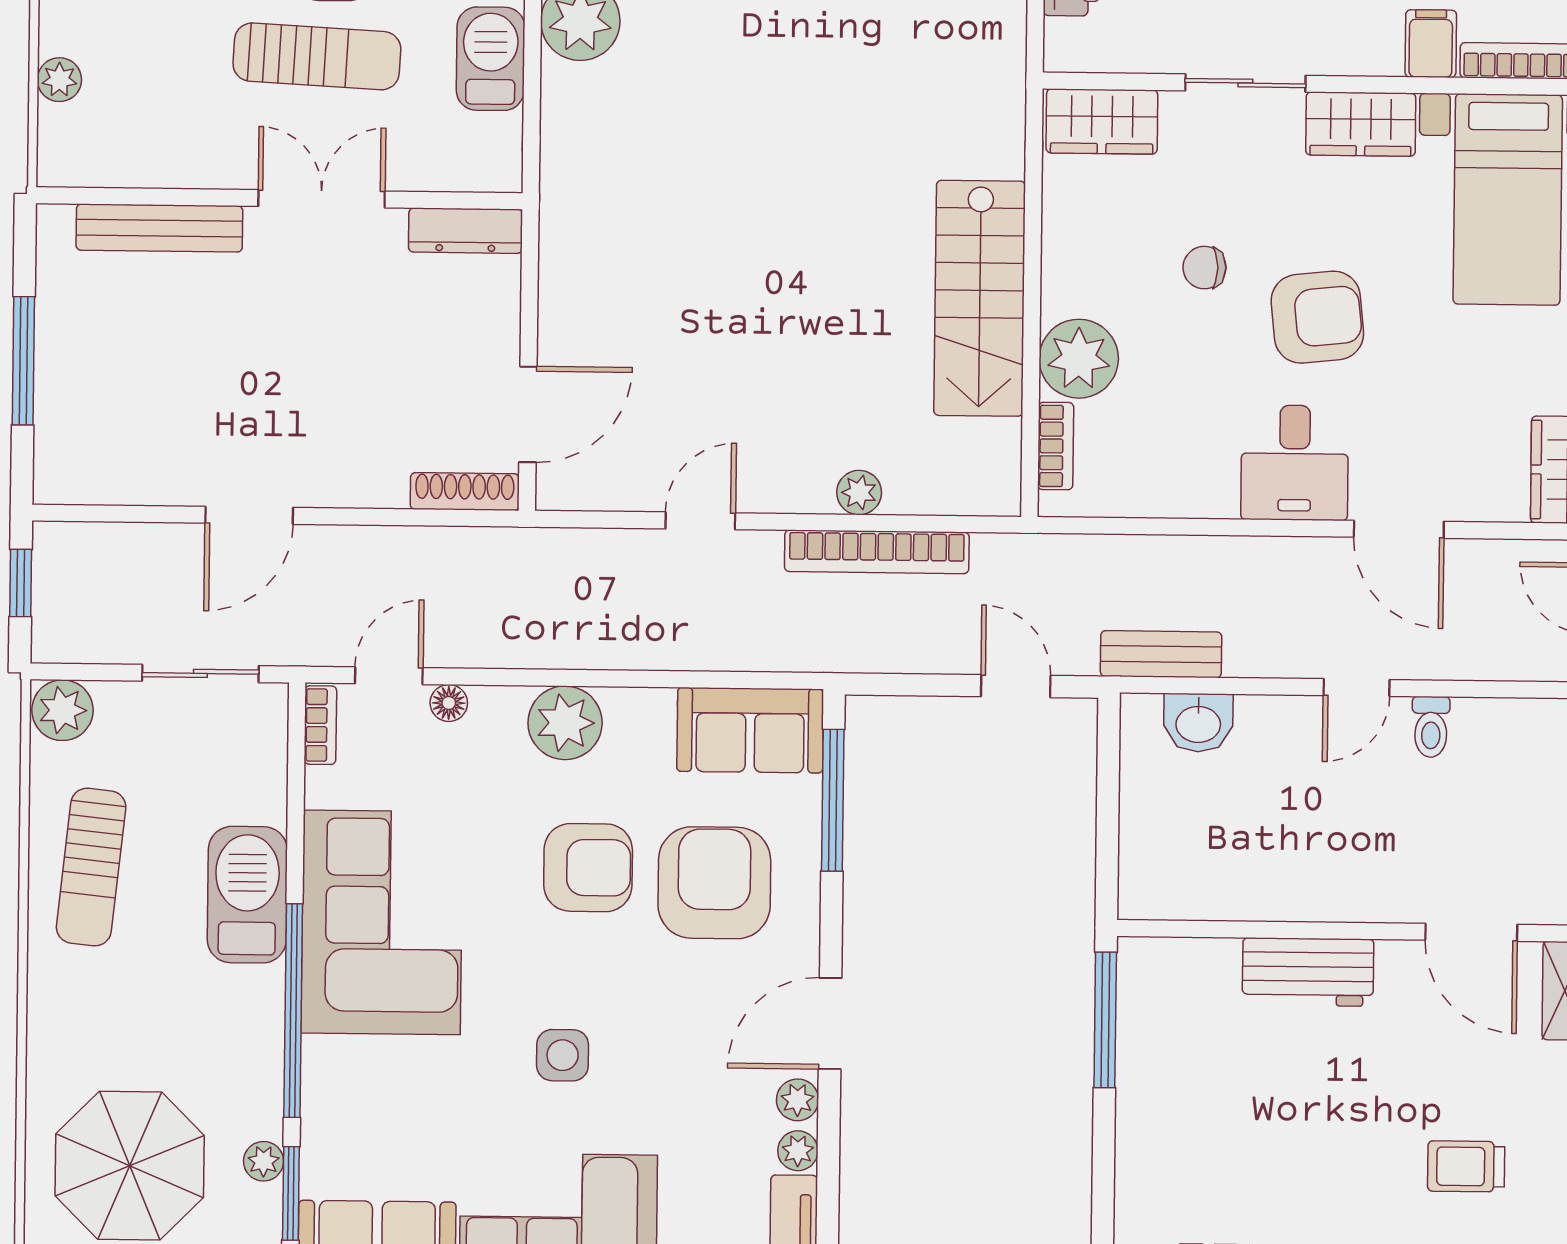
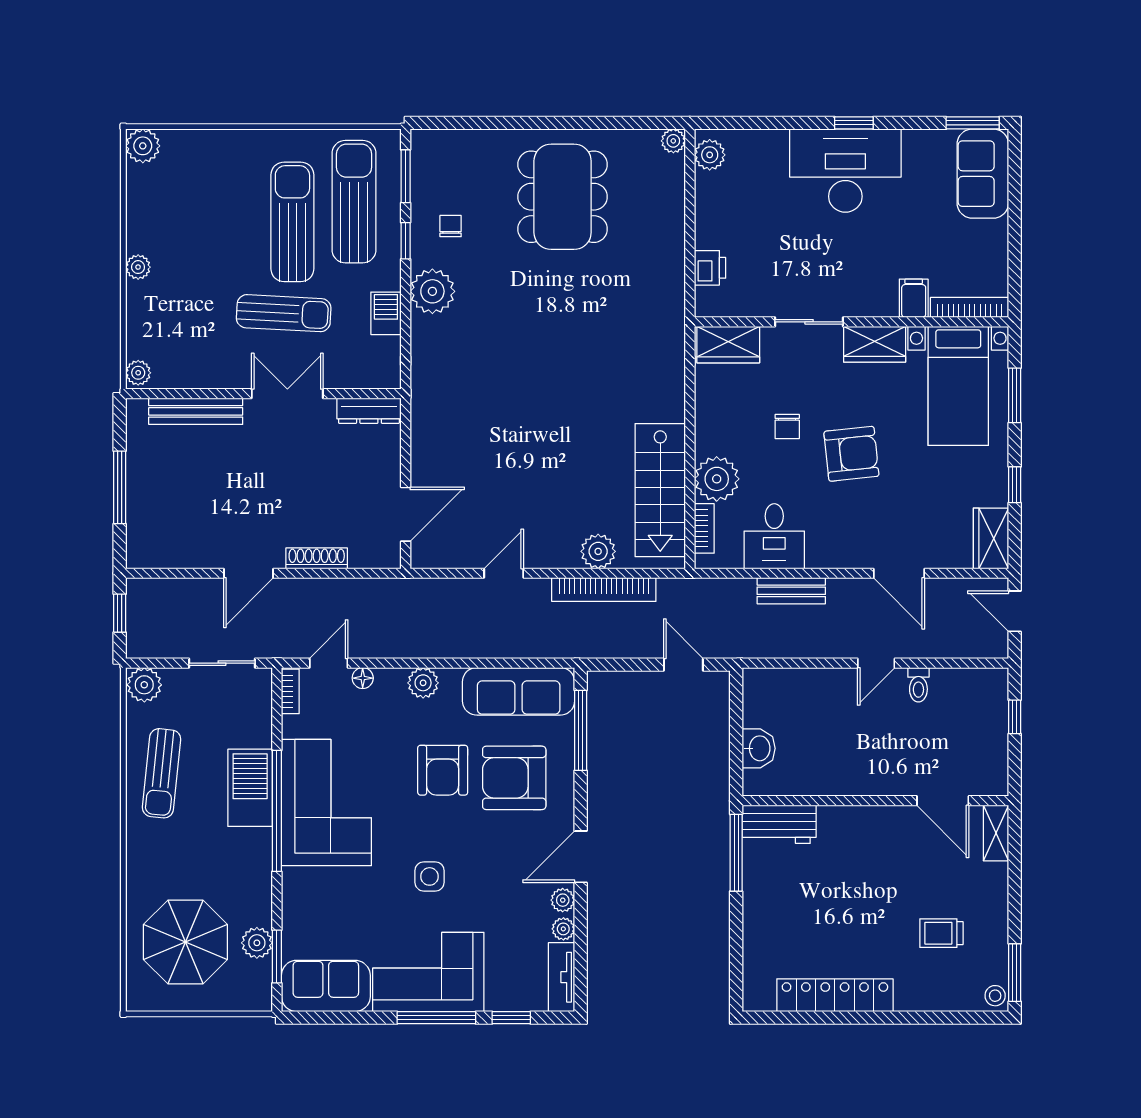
barbecue: (491, 59) -> (386, 313), width x0.73, depth x0.79
plant: (59, 80) -> (138, 373), moved
chair: (1204, 268) -> (787, 426), turned -90
stairs: (980, 298) -> (660, 490), moved
desk: (1295, 463) -> (774, 536), moved
shoe rack: (465, 492) -> (317, 558), moved
plant: (859, 493) -> (598, 551), width x1.38, depth x1.38
bench: (1161, 654) -> (791, 591), moved
plant: (565, 723) -> (423, 683), width x0.73, depth x0.73
washbasin: (1198, 723) -> (759, 748), moved, turned -90
sofa: (750, 730) -> (519, 691), width x1.36
armchair: (588, 868) -> (443, 770), turned 90
armchair: (714, 883) -> (514, 778), turned -90
workbench: (1308, 972) -> (779, 824), moved
window: (293, 1011) -> (277, 811), moved
plant: (264, 1161) -> (257, 943), width x1.38, depth x1.38

